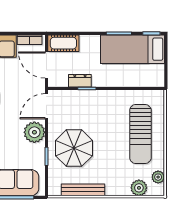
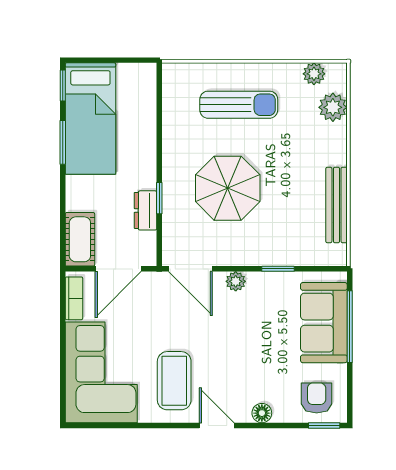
plant: (34, 132) -> (236, 281), width x0.53, depth x0.53
sun lounger: (140, 134) -> (239, 105), width x0.73, depth x0.75
parasol: (74, 148) -> (228, 188), moved

